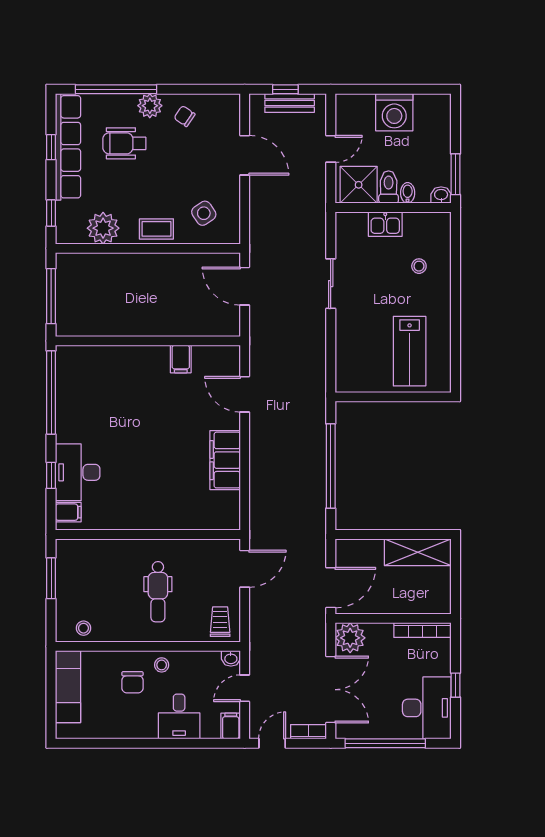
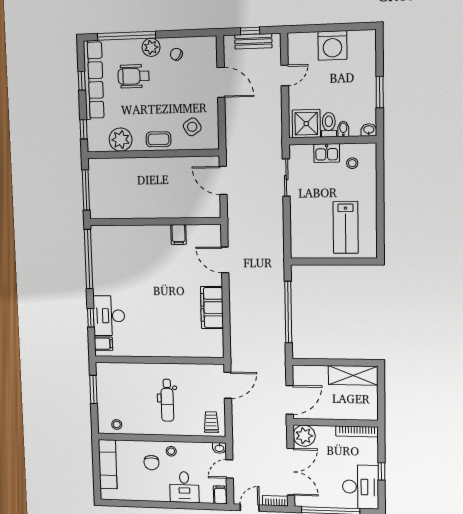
shower: (359, 185) -> (306, 124), moved
toilet: (389, 187) -> (329, 125), moved
bidet: (408, 193) -> (343, 129), moved
washbasin: (441, 195) -> (369, 130), moved
wall: (393, 208) -> (332, 140), moved
kitchen sink: (385, 224) -> (327, 153), moved

